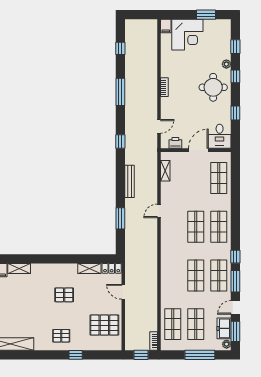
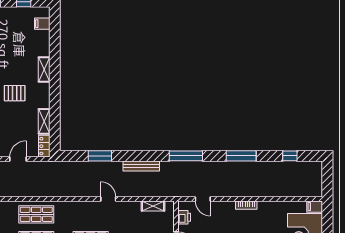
window: (120, 141) -> (186, 156), width x2.17
shelving: (19, 268) -> (44, 69), moved
shop shelf: (173, 275) -> (36, 214), added
pallet: (64, 295) -> (15, 93), turned 90

